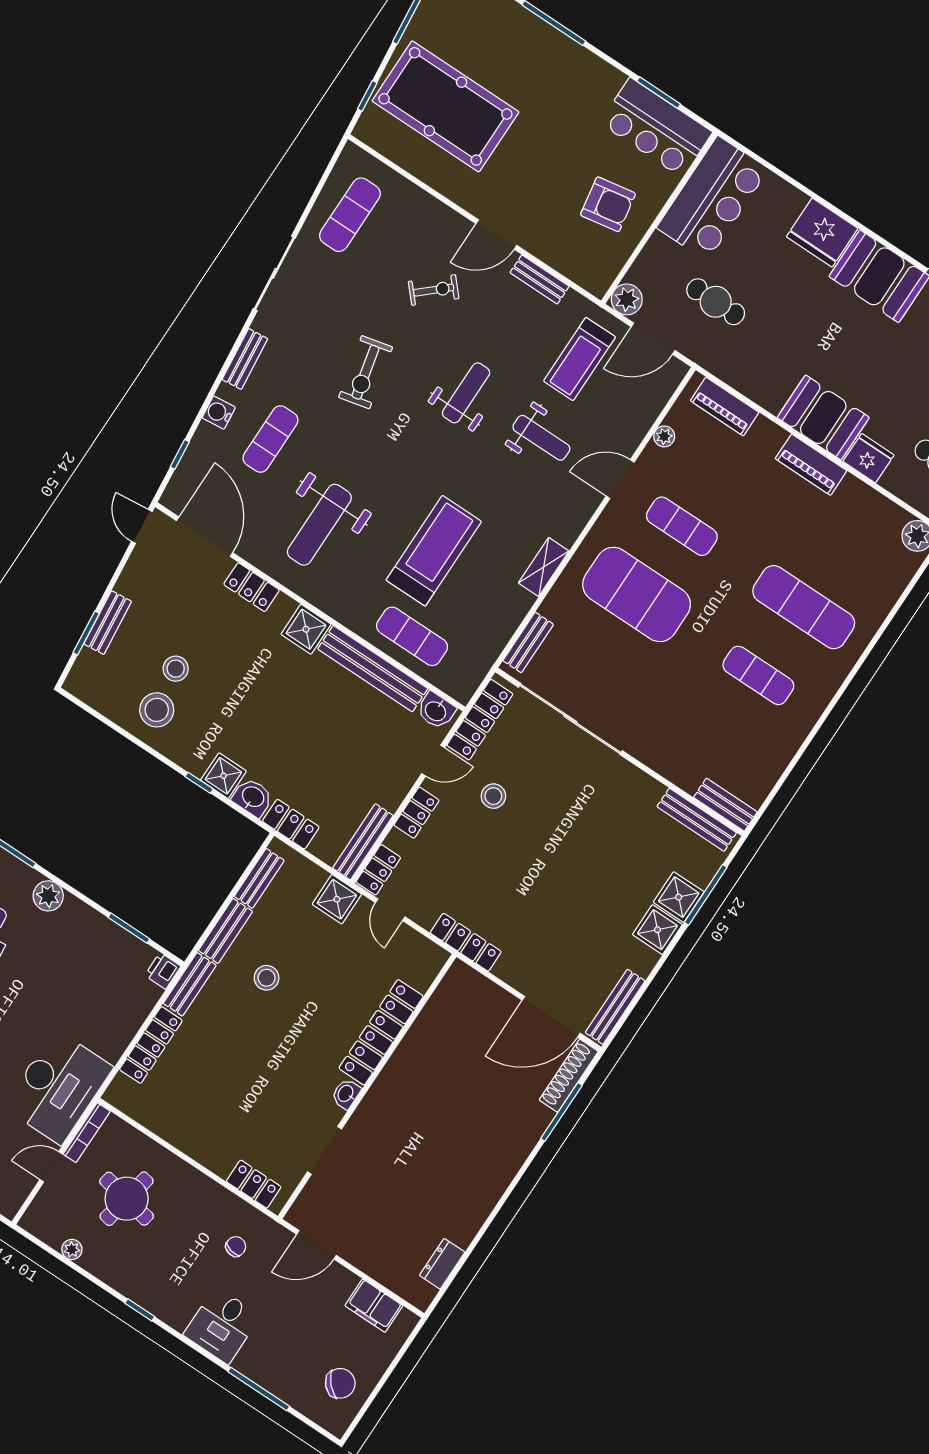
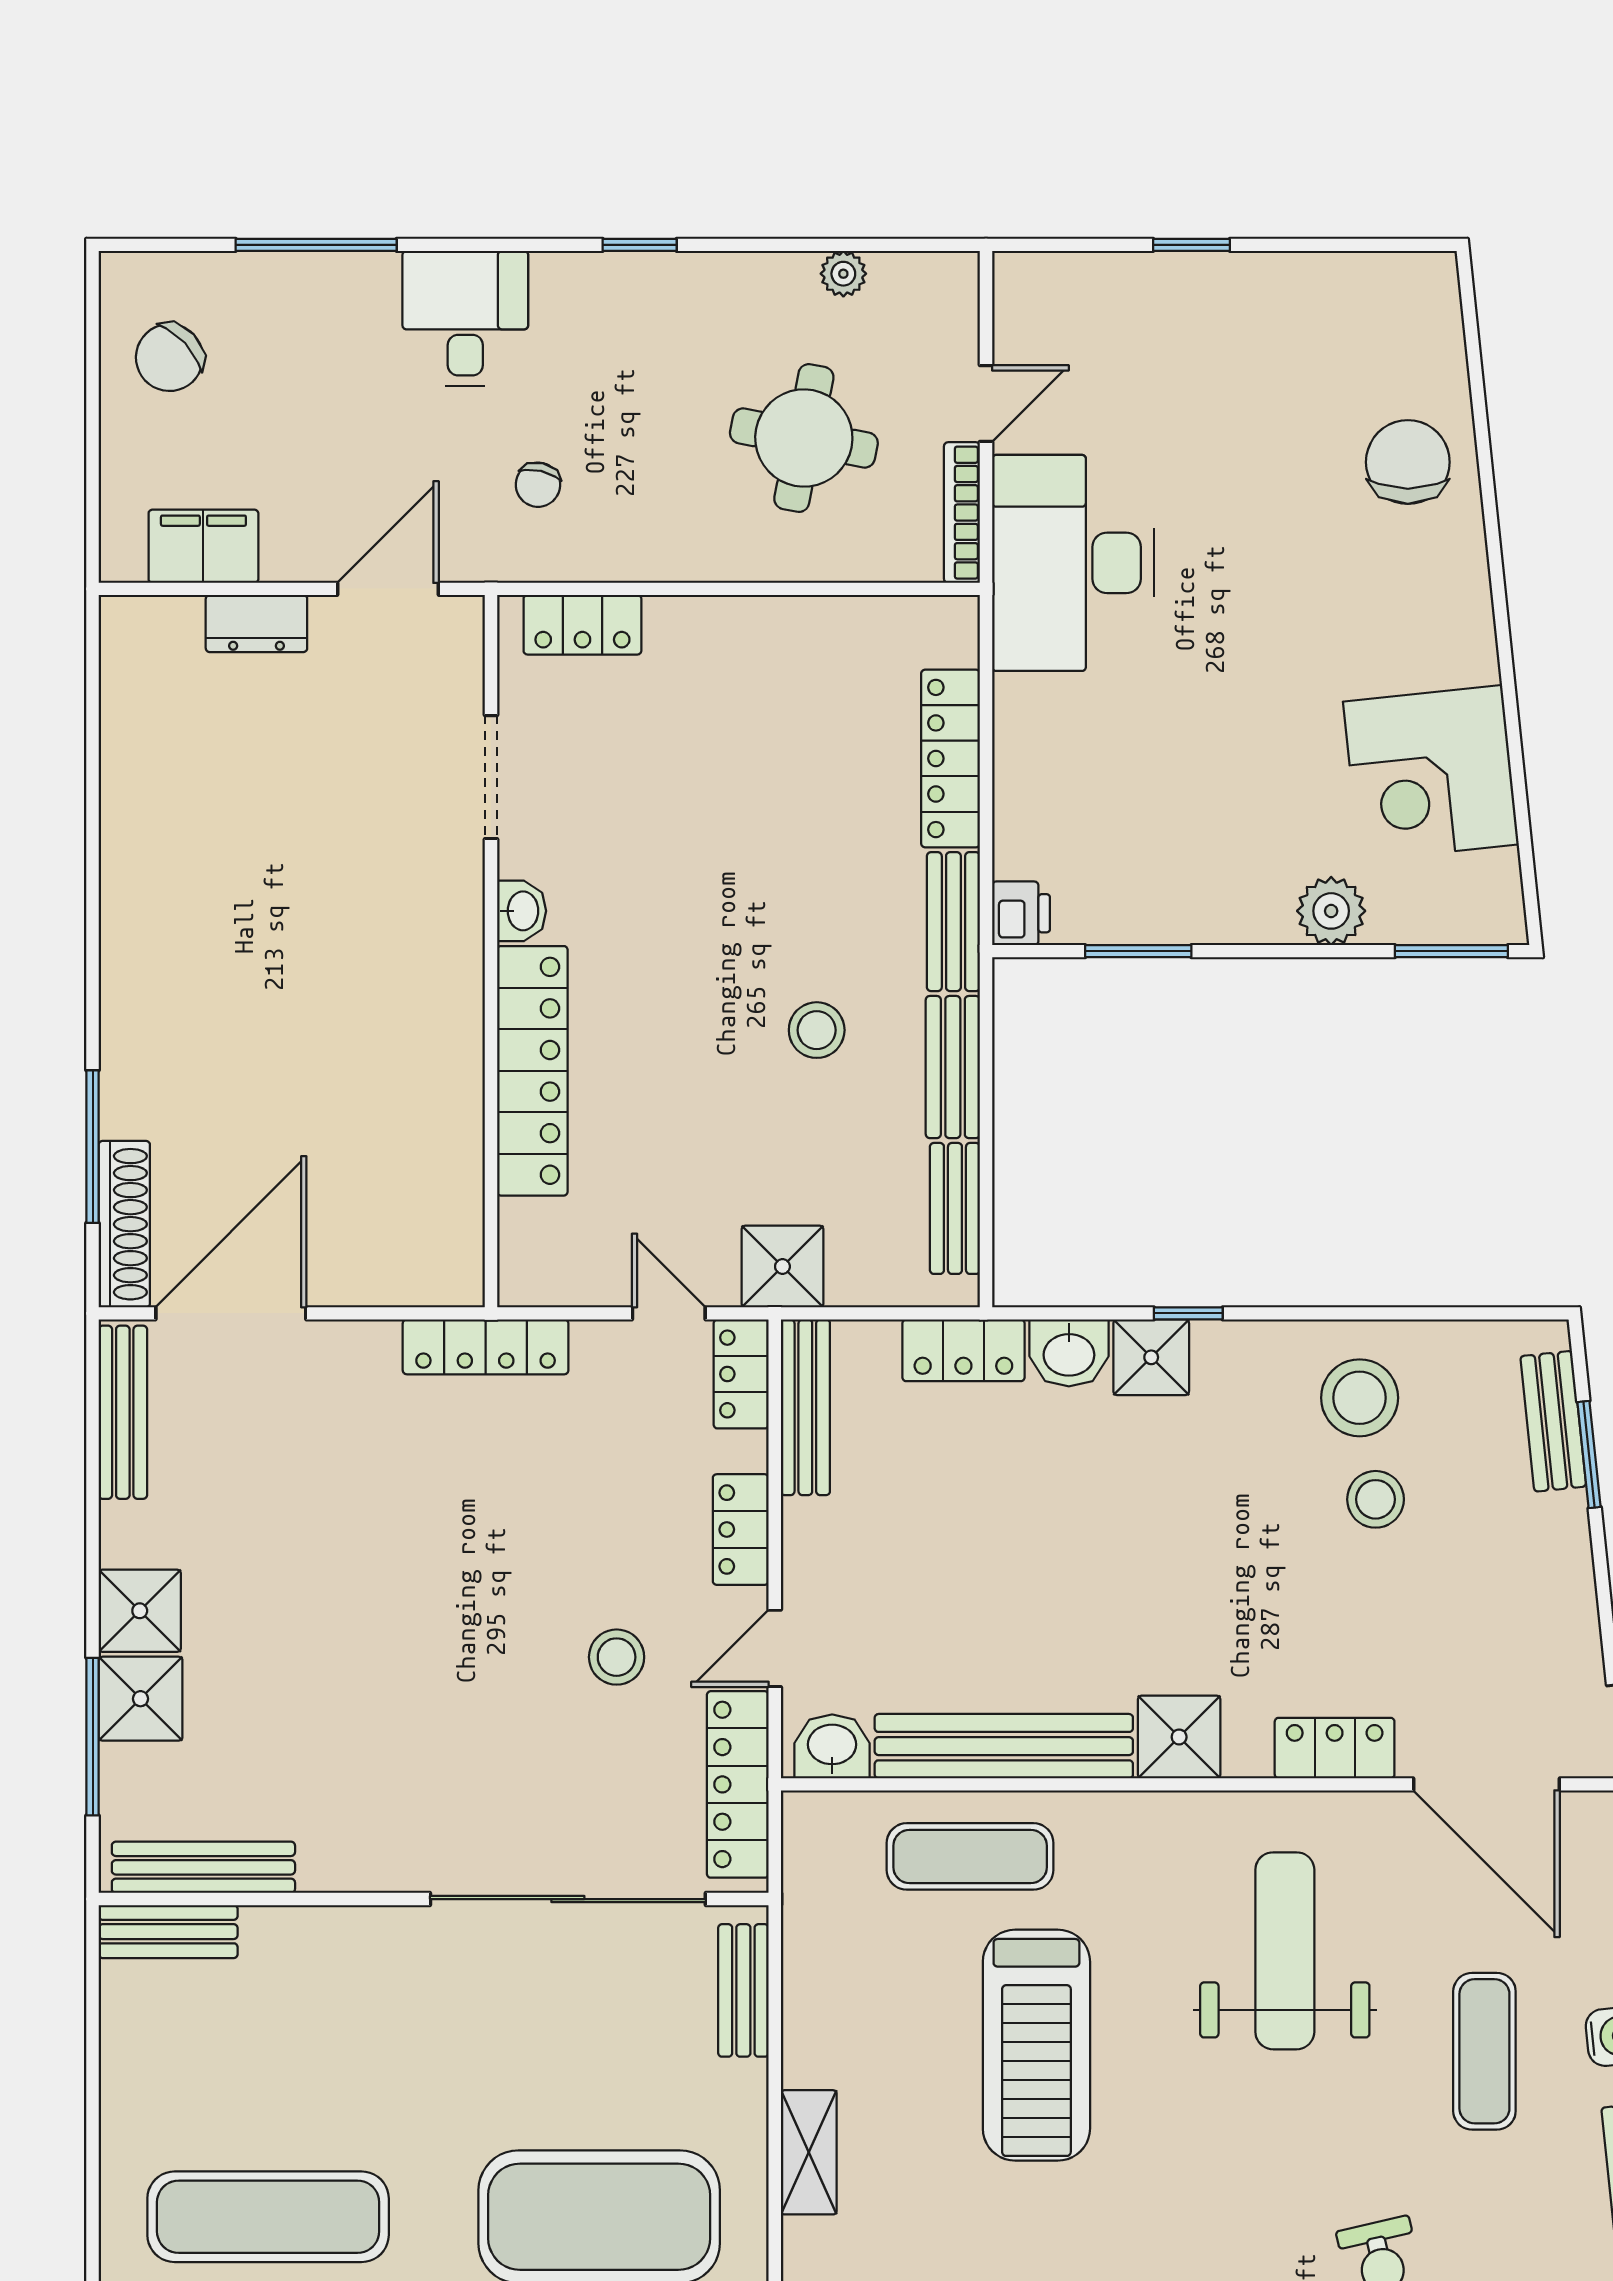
bench: (108, 623) -> (1553, 1421), moved
exercise mat: (758, 675) -> (268, 2217), width x1.36, depth x1.45
dresser: (442, 1264) -> (256, 624), moved, turned 90

